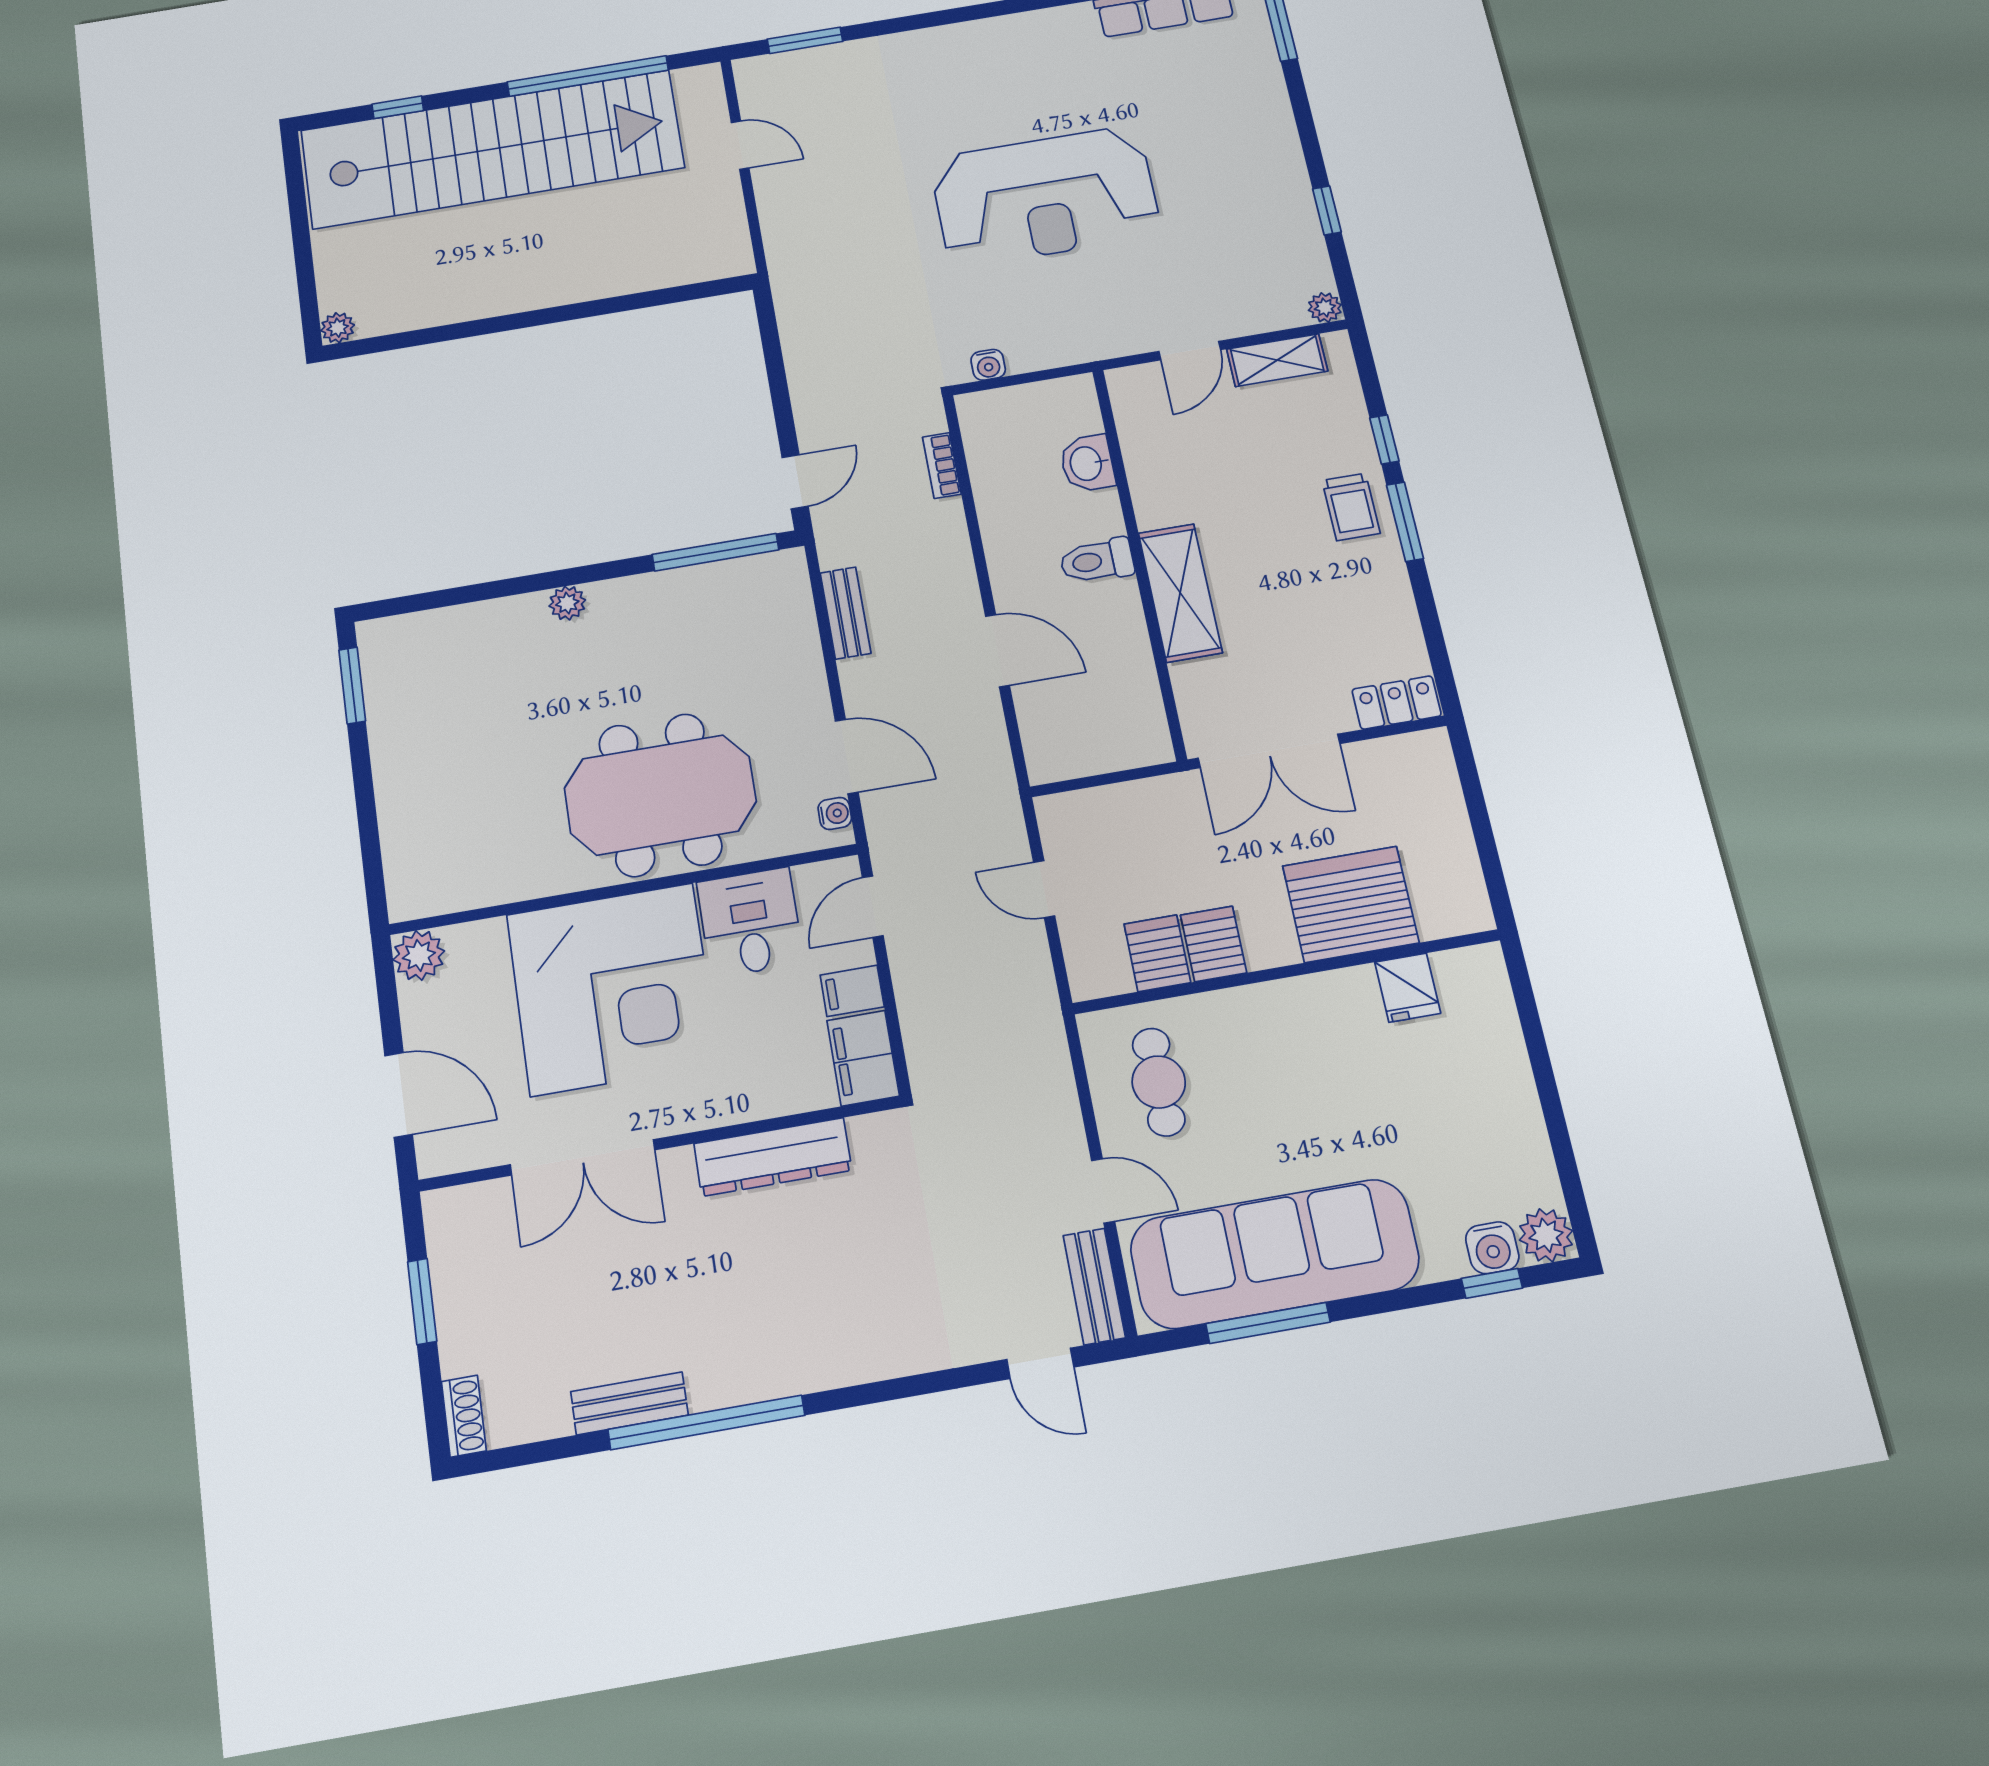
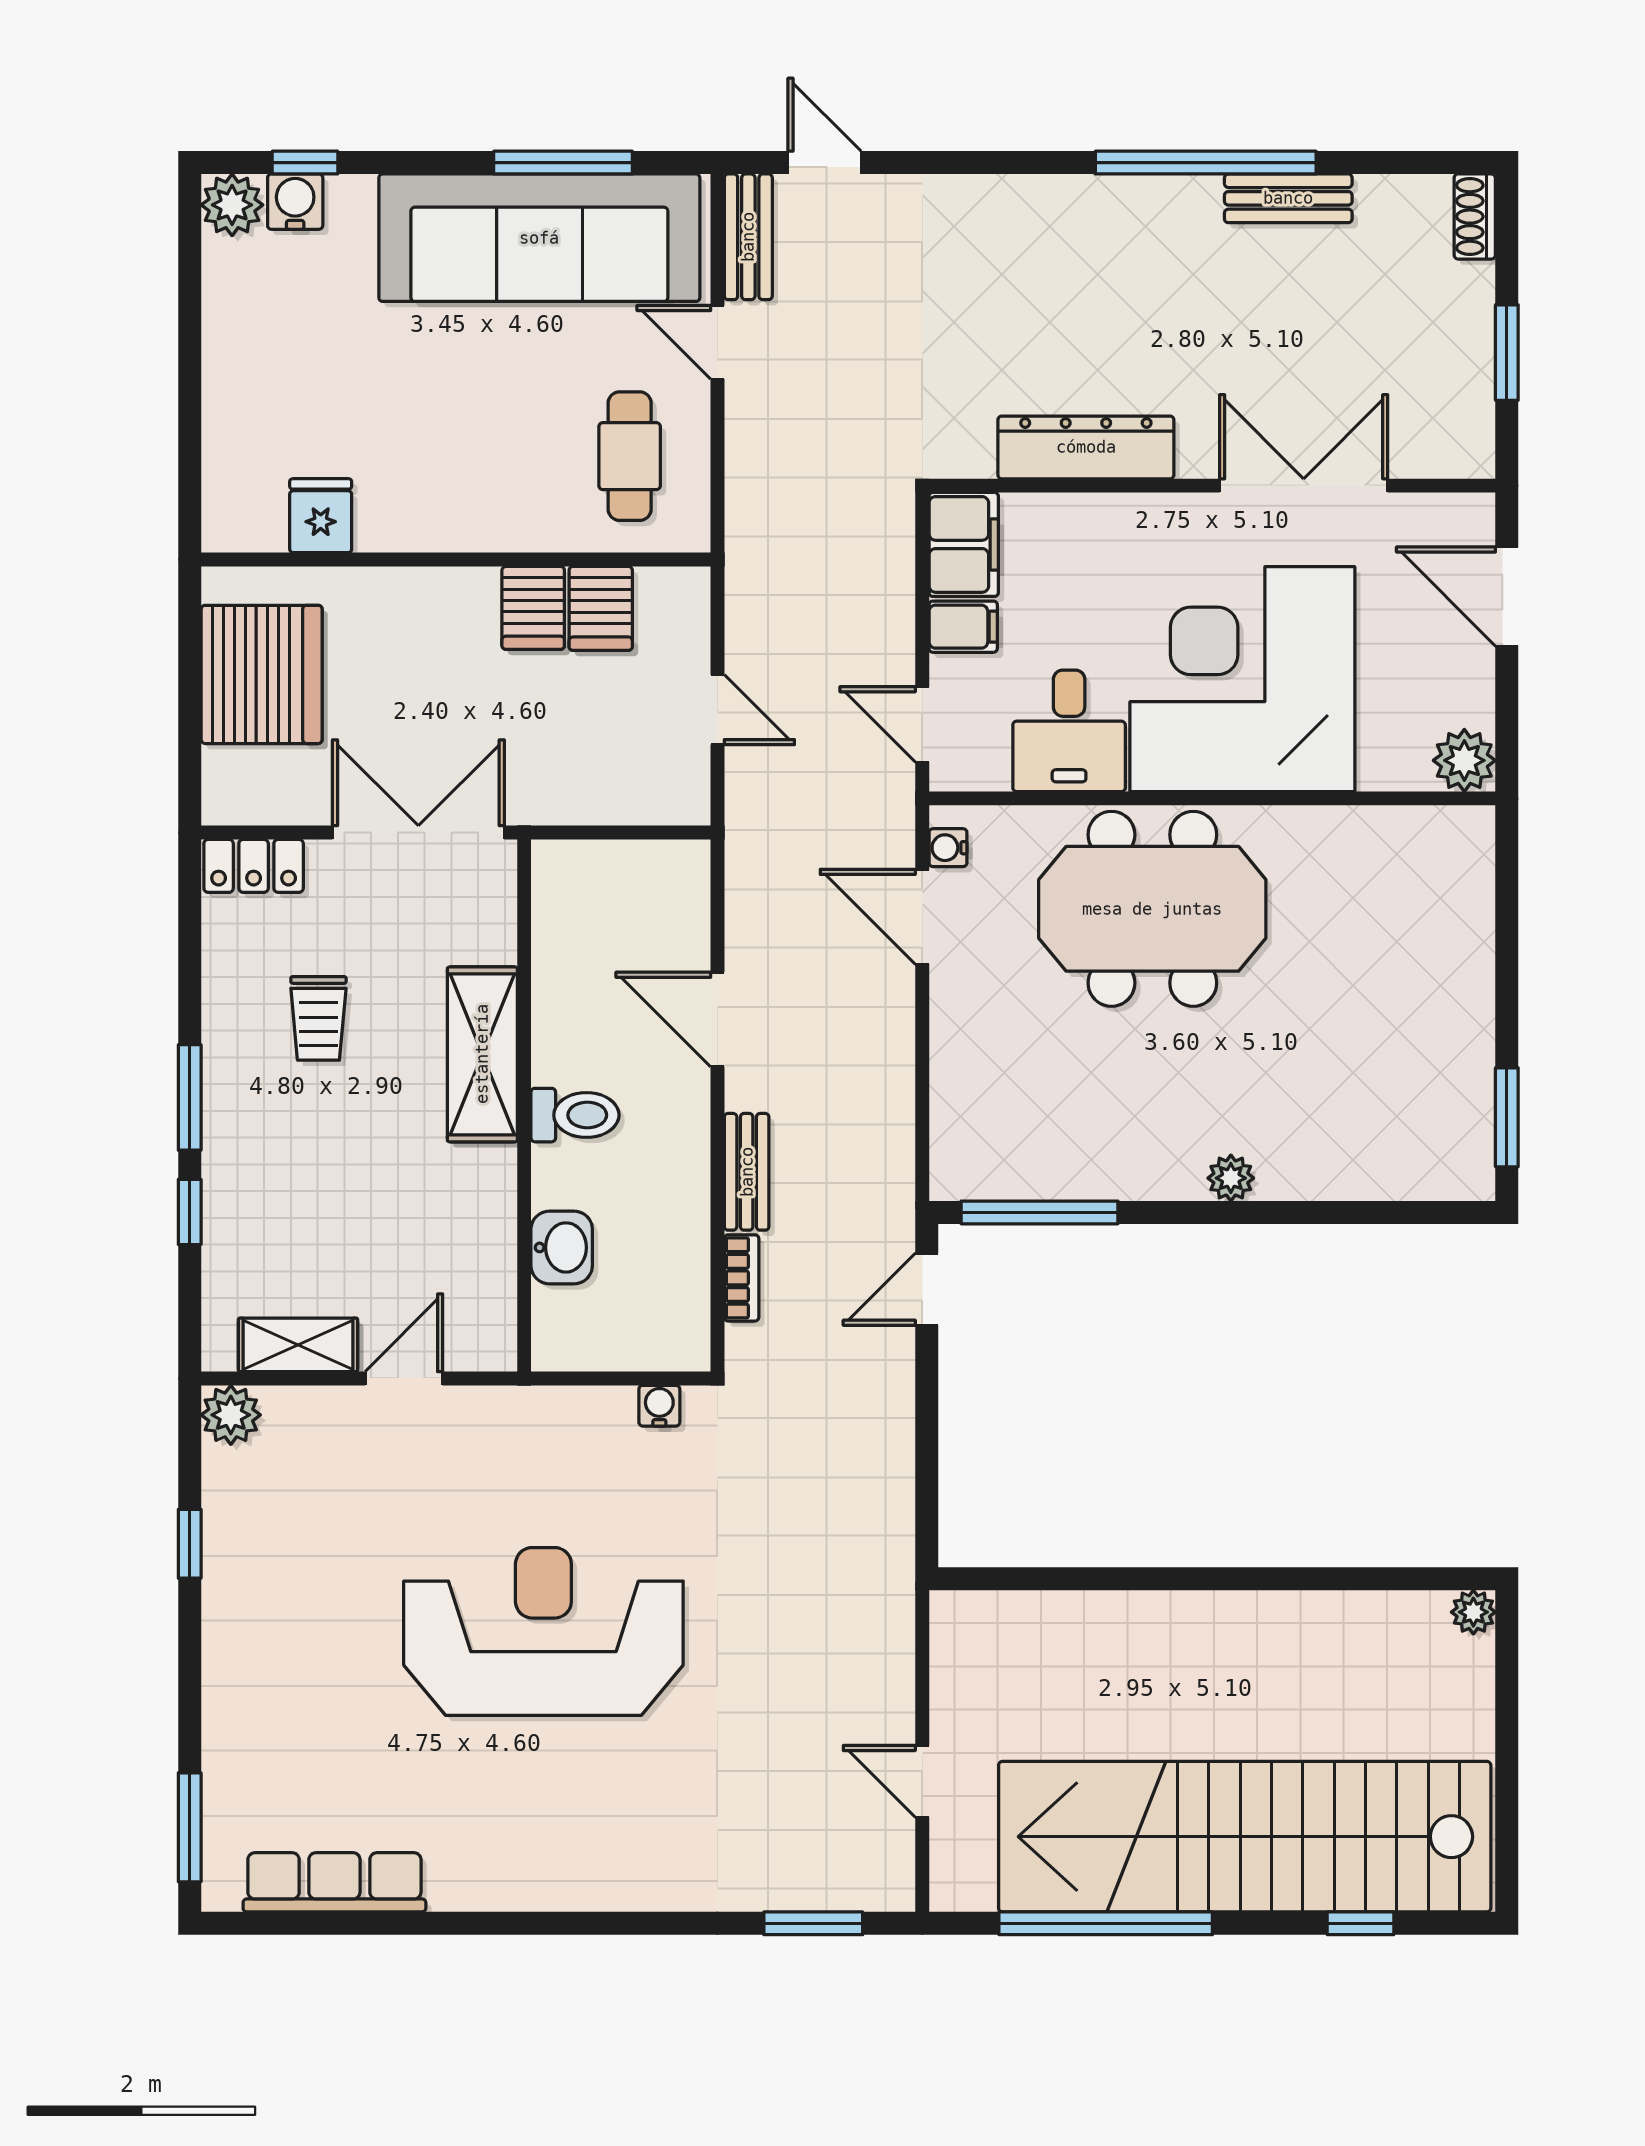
plant: (1325, 307) -> (231, 1415), width x1.38, depth x1.38
trolley: (1351, 507) -> (318, 1018), moved, turned 180
bench: (846, 613) -> (747, 1172), moved
server rack: (1351, 904) -> (262, 674), moved, turned -90
door: (873, 907) -> (922, 724), swing flipped

